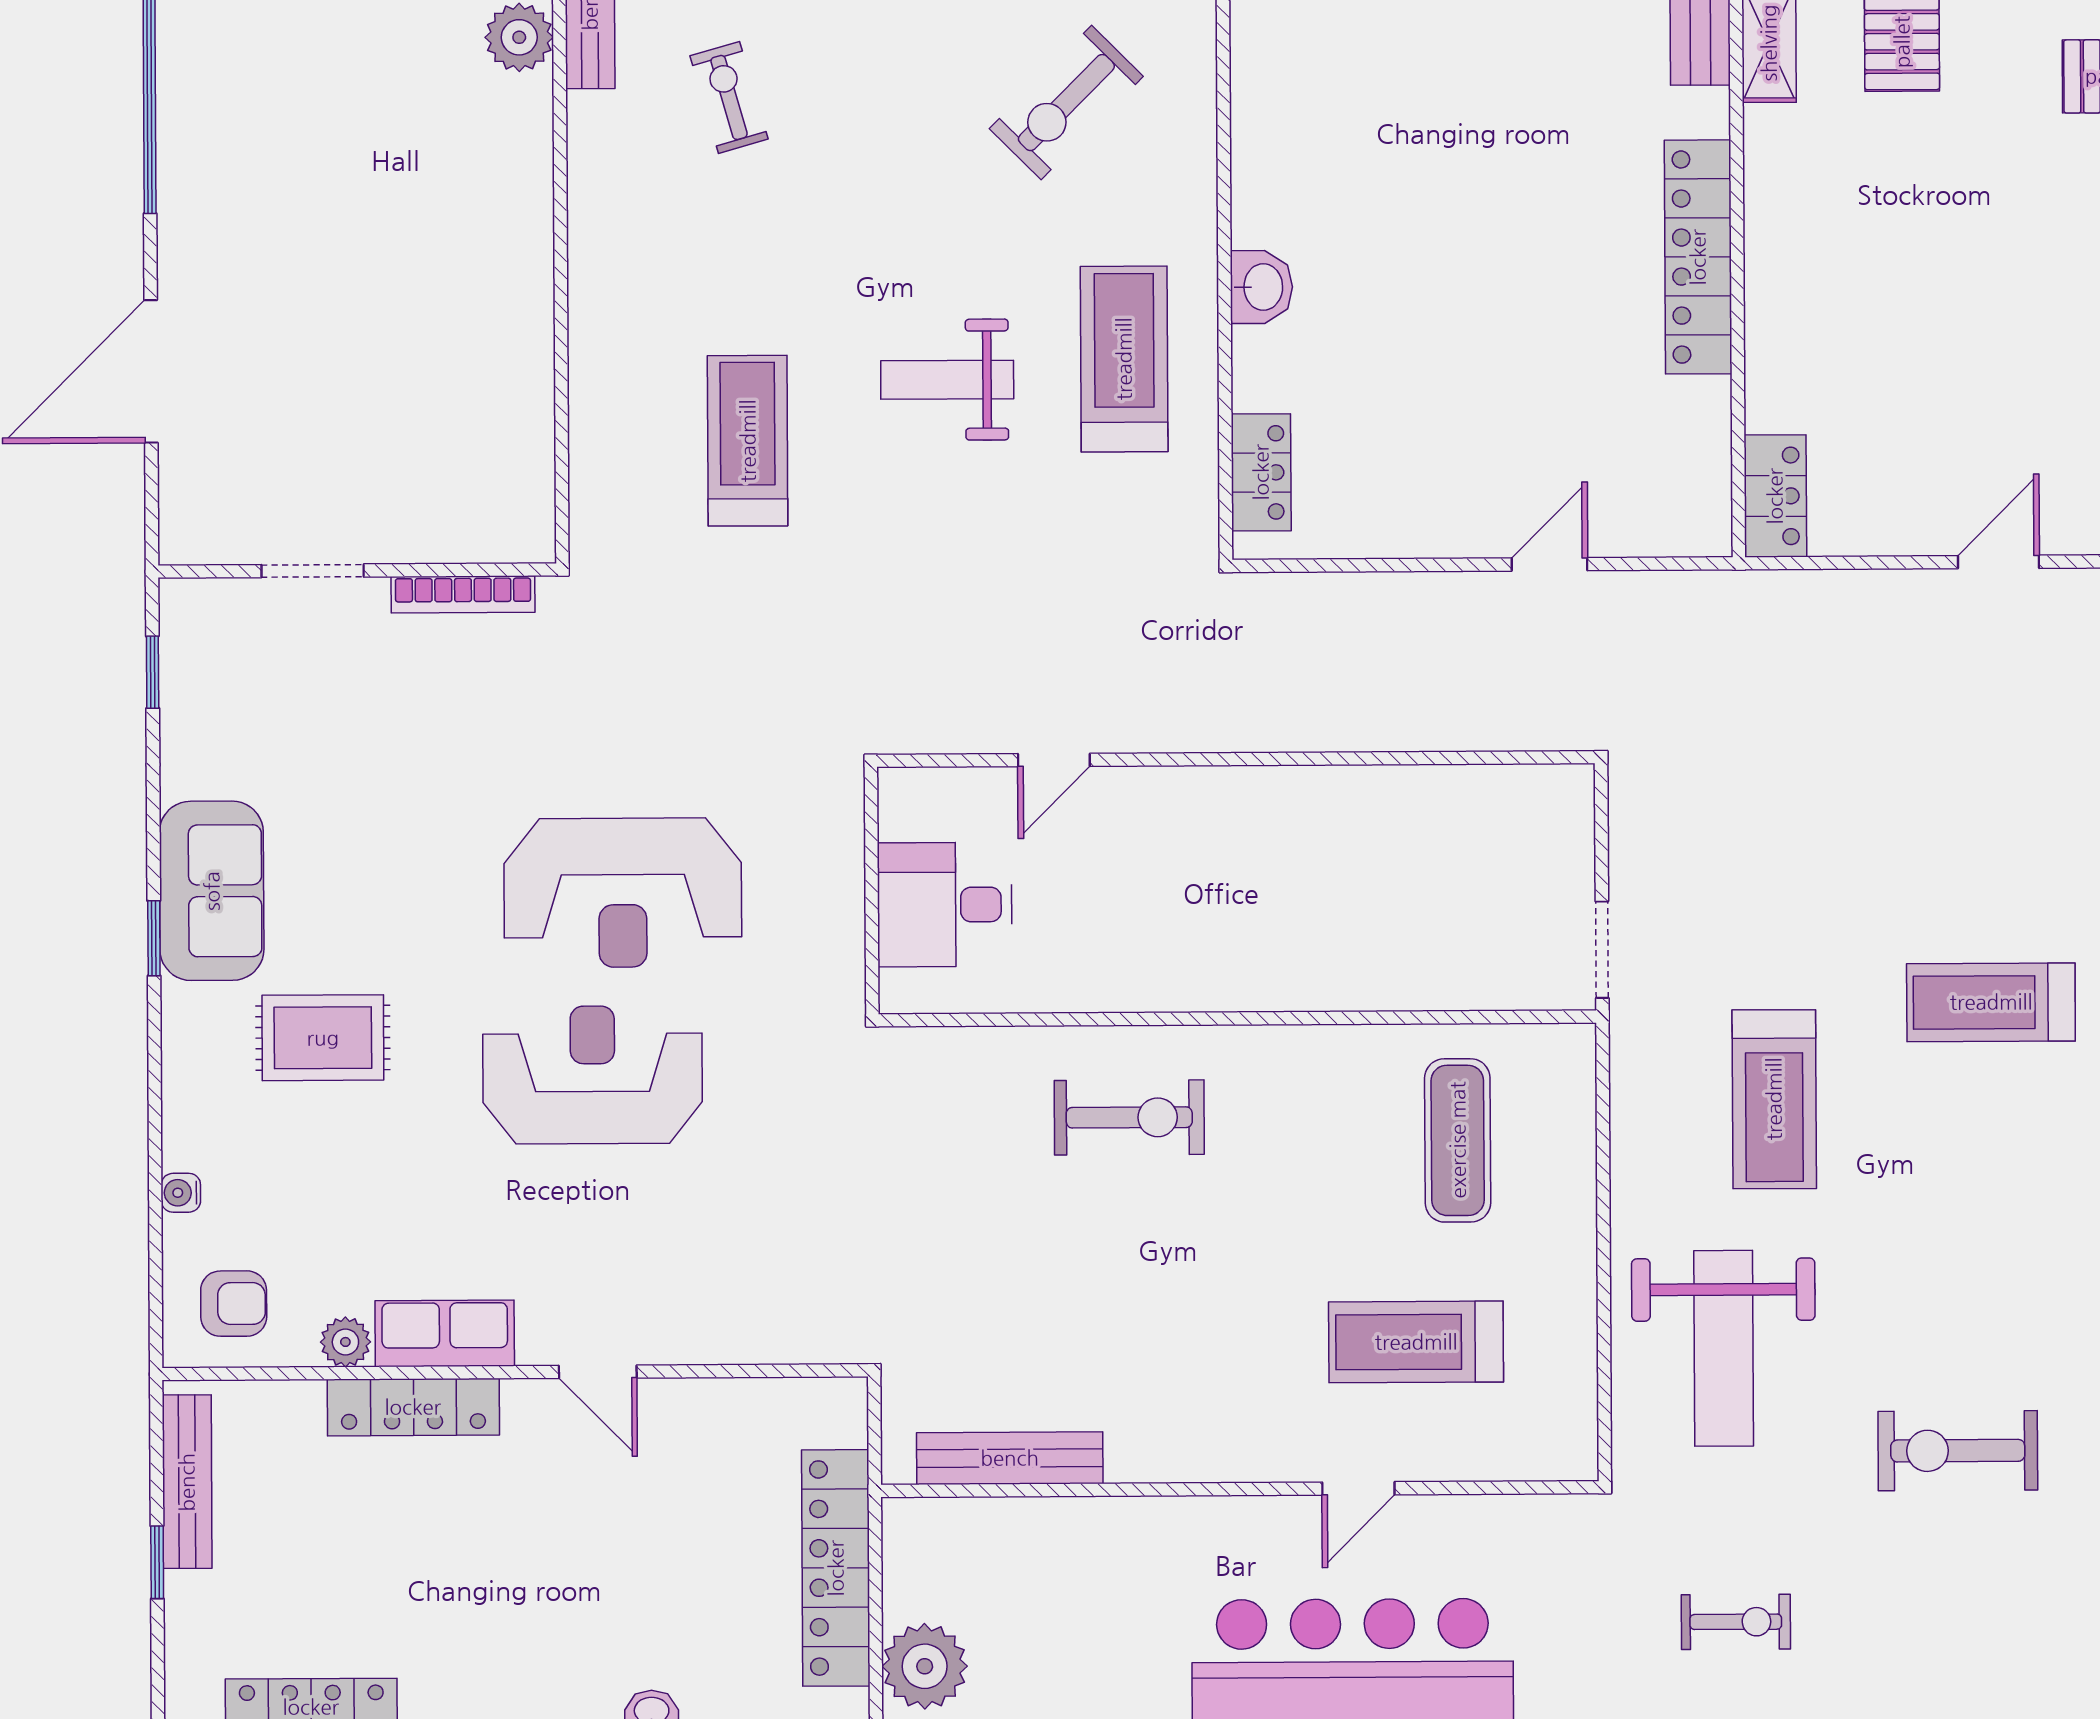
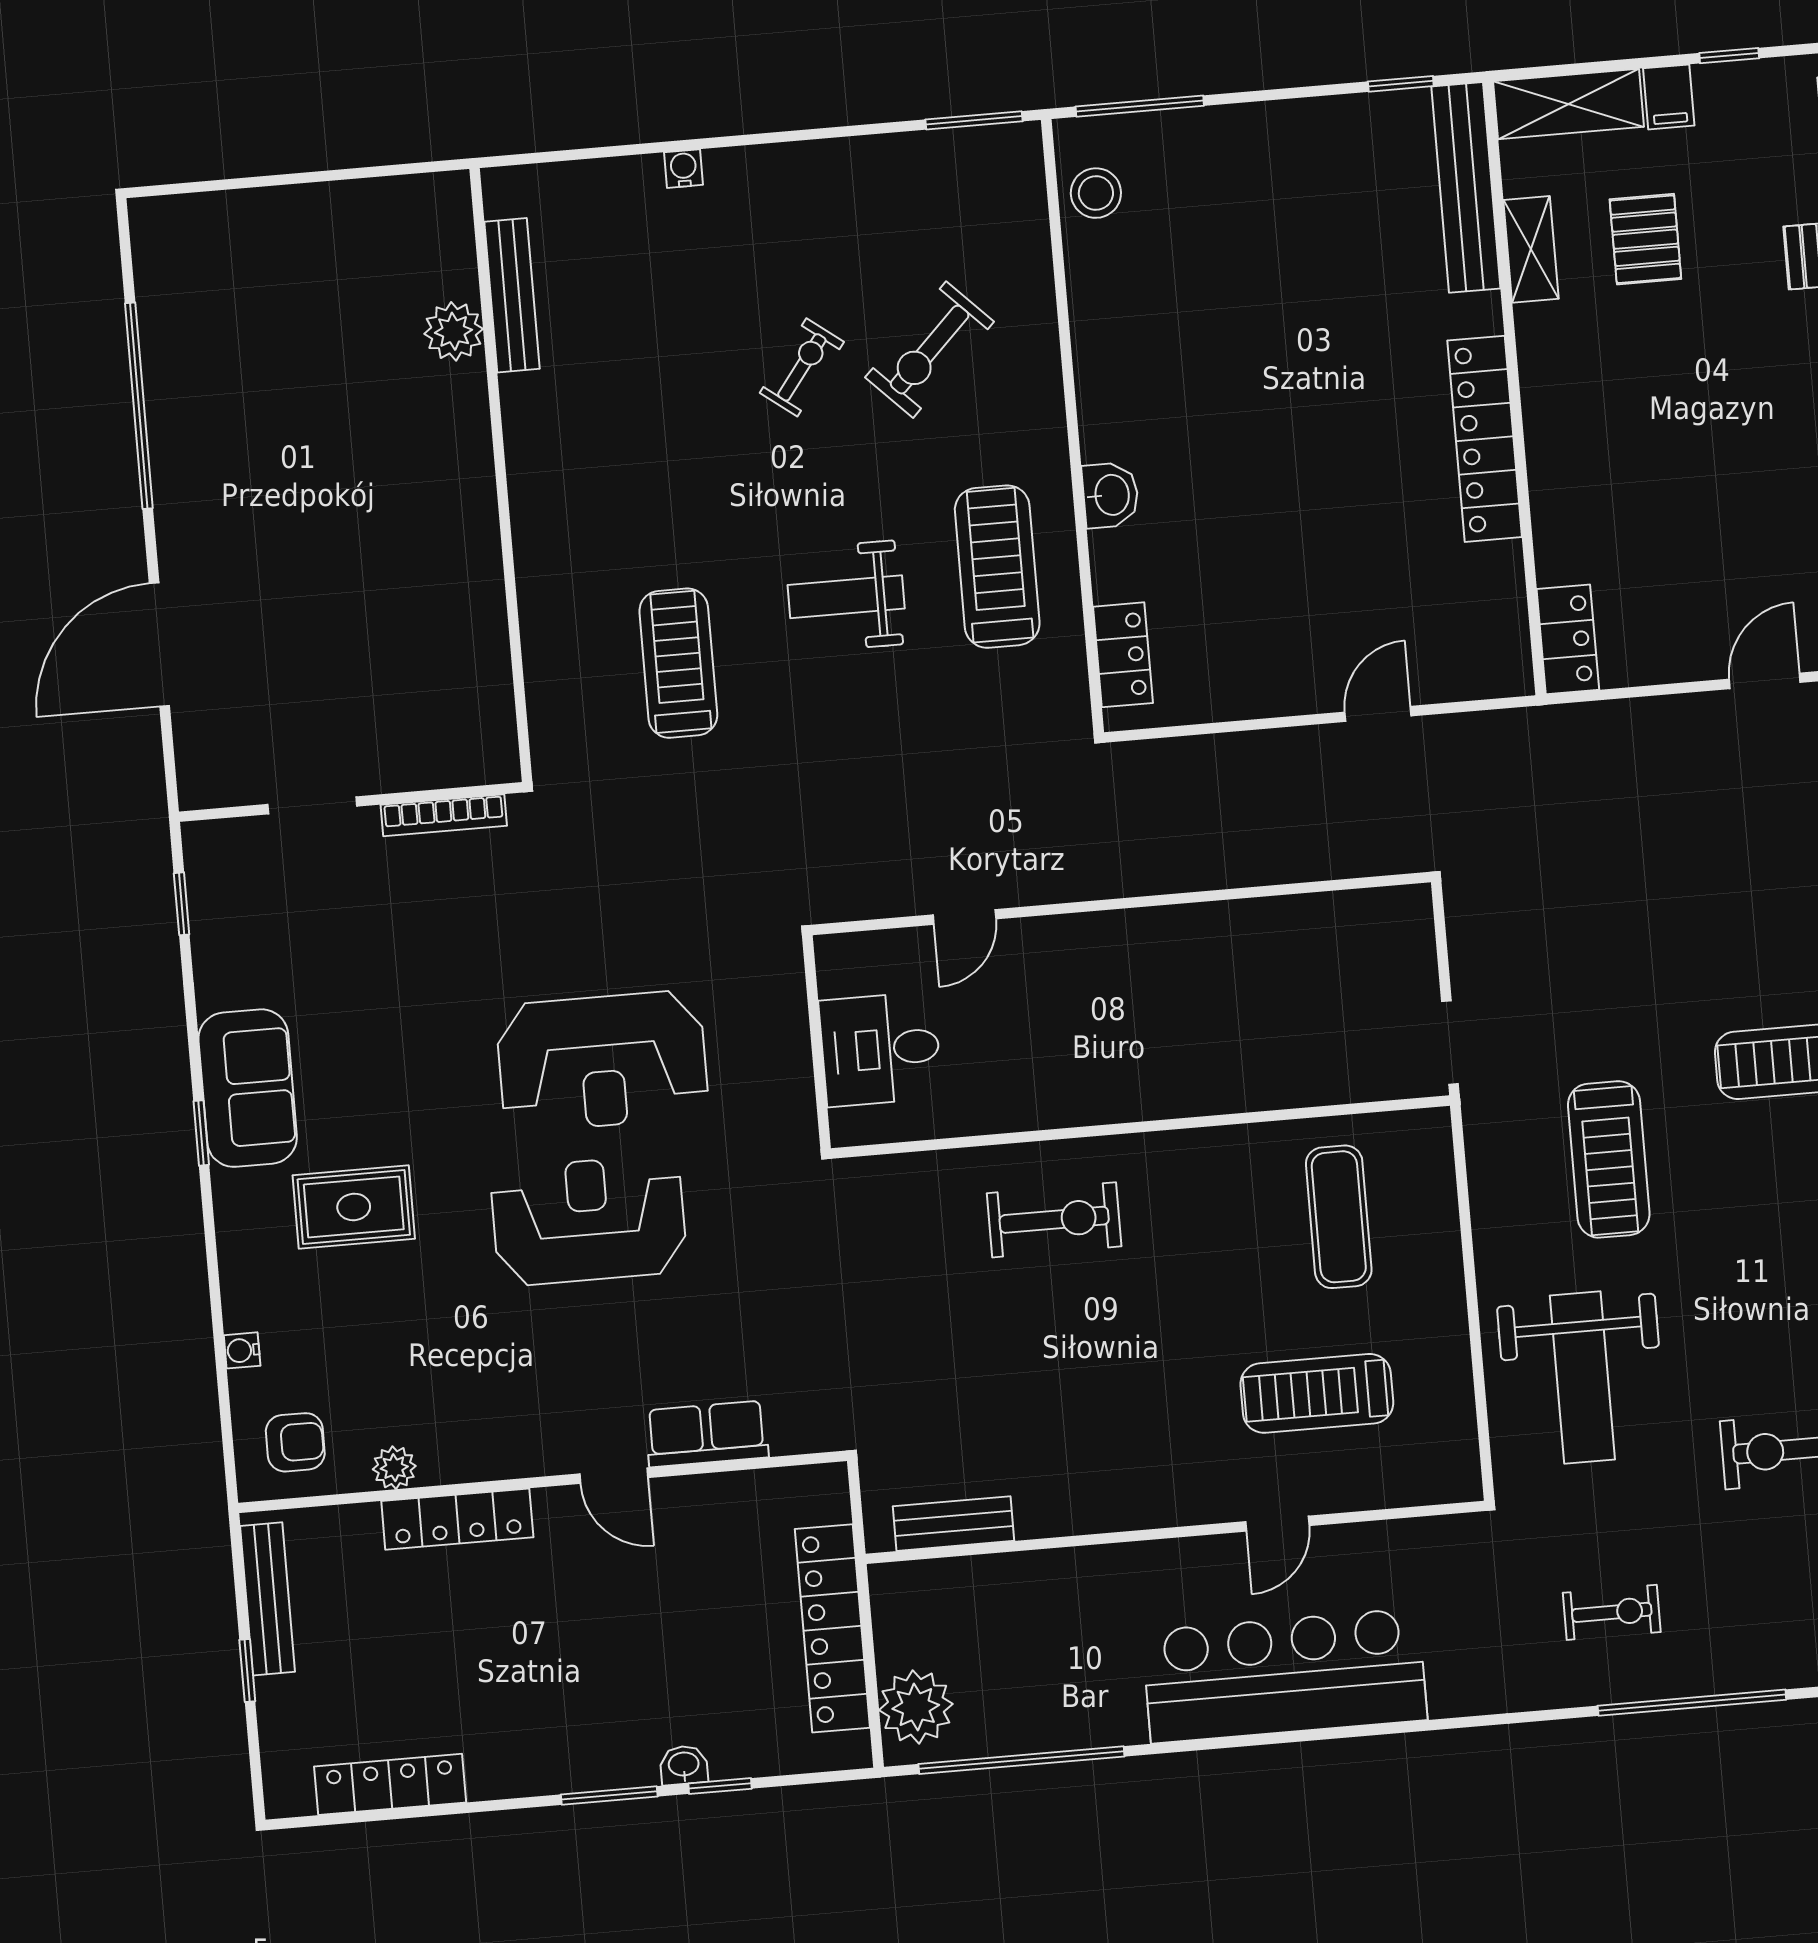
exercise bike: (729, 97) -> (802, 367), moved, turned 53
row of seats: (445, 1333) -> (707, 1434), moved
bench: (1010, 1458) -> (953, 1524), width x0.73

